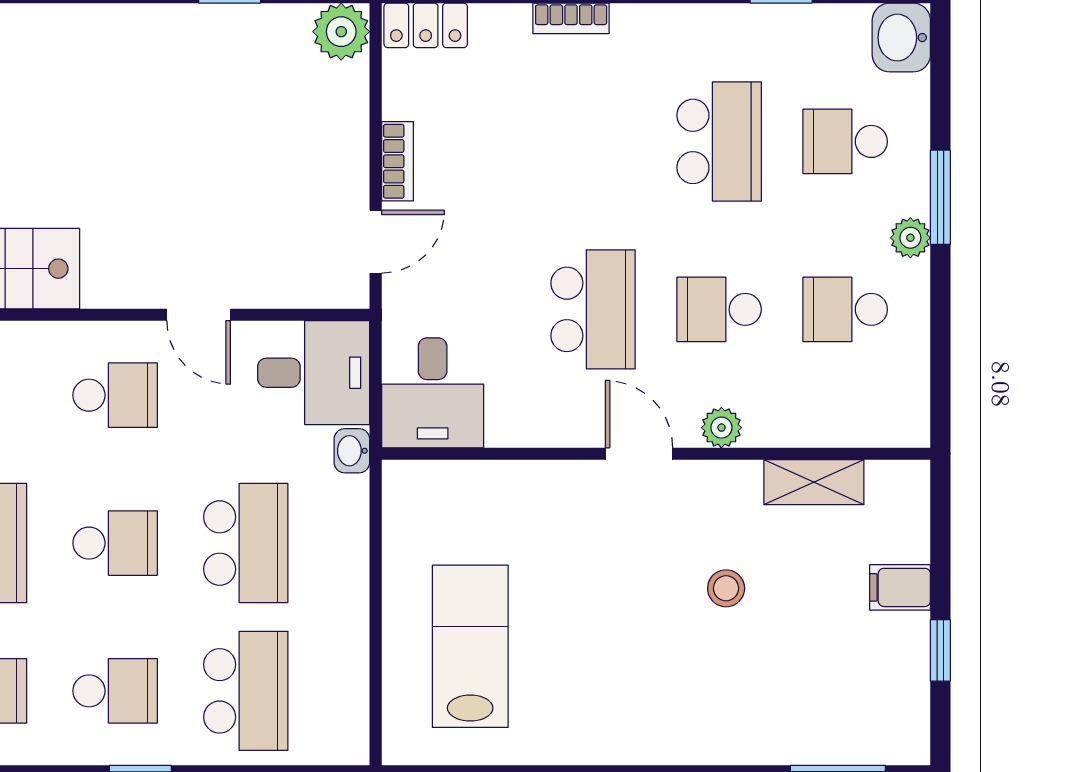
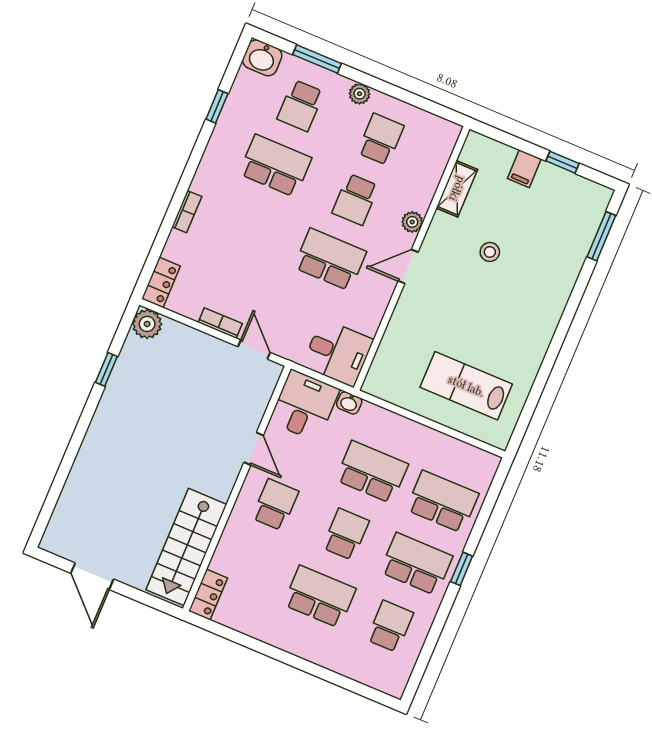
window: (940, 197) -> (317, 59), moved
school desk: (845, 309) -> (381, 139), turned 180
door: (199, 315) -> (254, 449), hinge flipped
school desk: (115, 691) -> (416, 564), width x1.85

